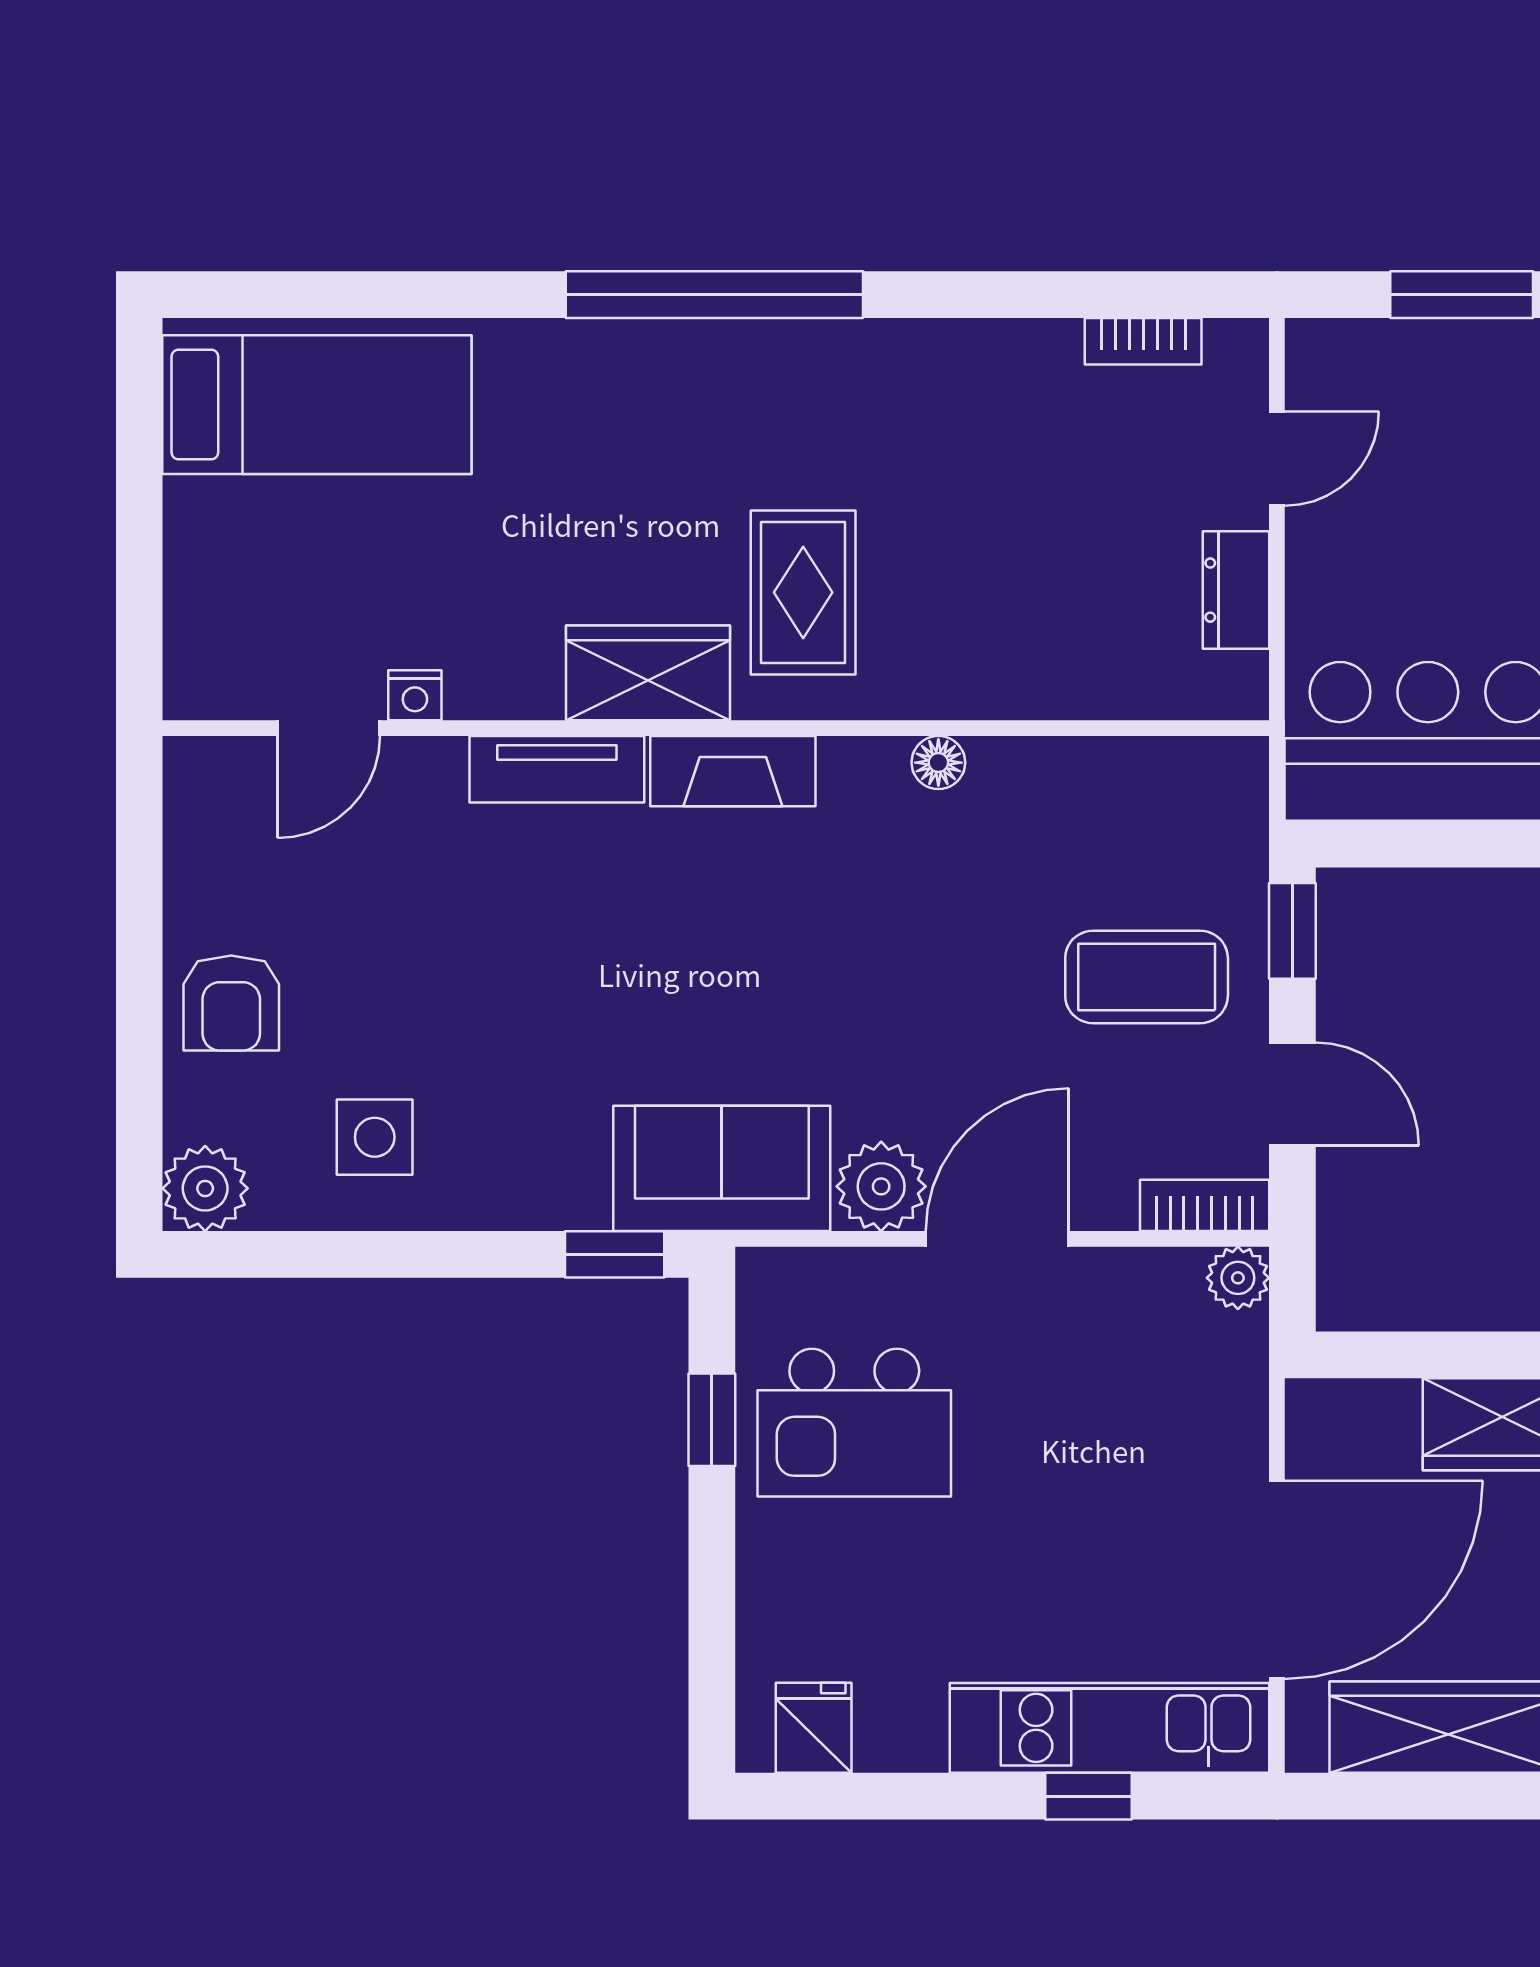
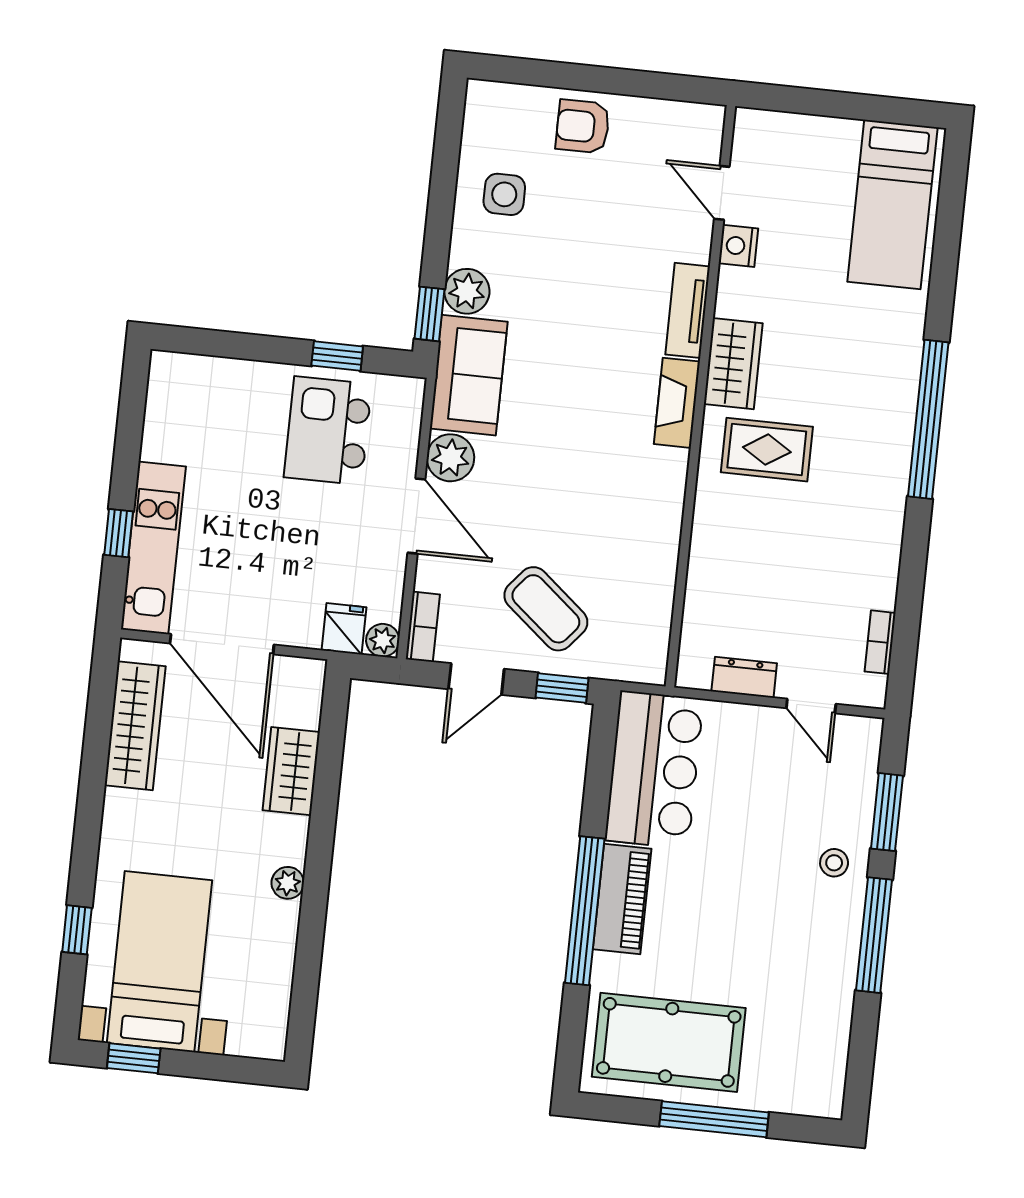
nightstand: (415, 695) -> (738, 246), width x1.39, depth x1.35
floor lamp: (938, 763) -> (670, 511), removed
coffee table: (1147, 977) -> (546, 609), turned -50
plant: (205, 1188) -> (467, 291), moved
fridge: (814, 1728) -> (344, 629), moved, turned -90

